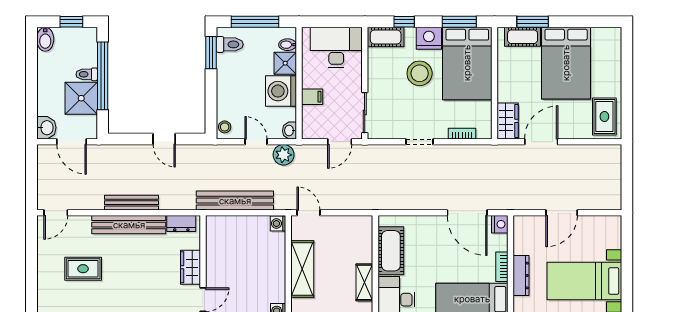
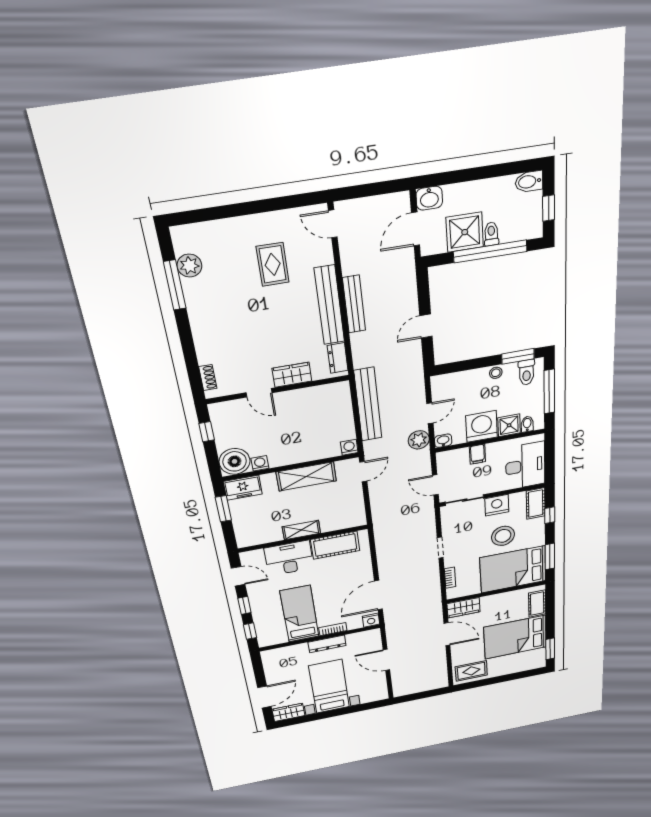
window: (533, 22) -> (550, 649), moved
nightstand: (429, 38) -> (497, 505), moved, turned -90
stool: (225, 127) -> (496, 373), moved

